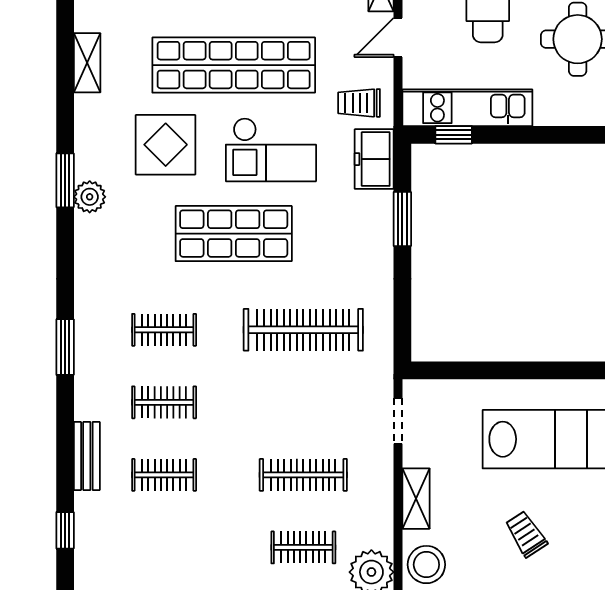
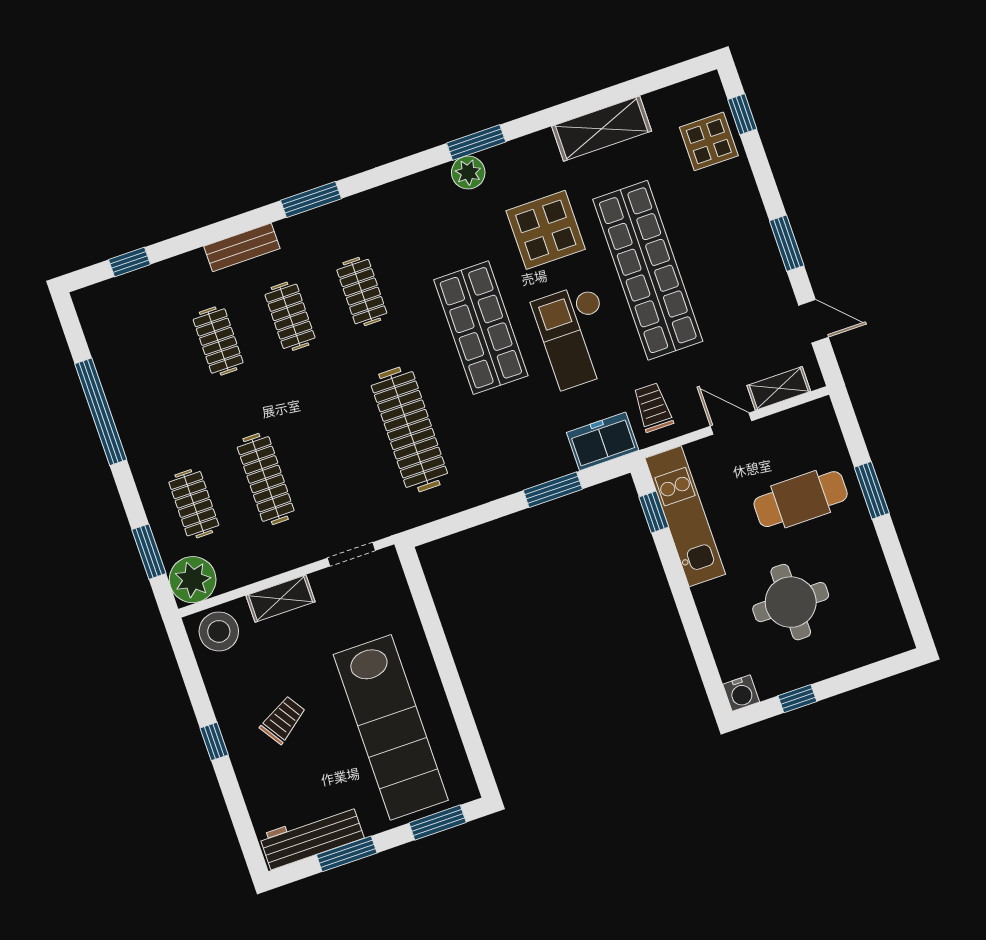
shelving: (87, 63) -> (602, 129), width x1.50, depth x1.33
bench: (87, 456) -> (242, 247), moved

